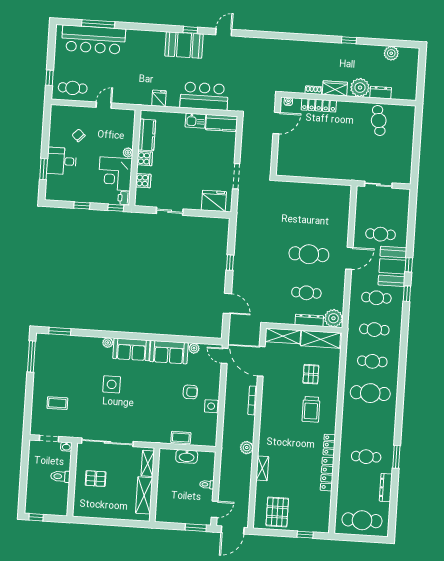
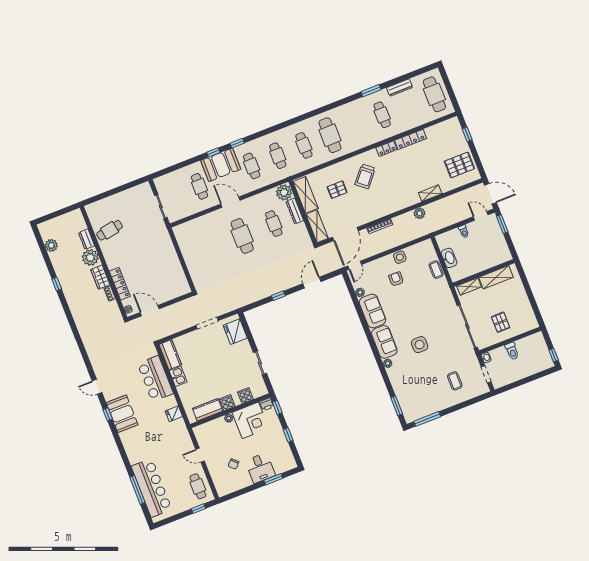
trolley: (311, 409) -> (365, 176), turned 130

